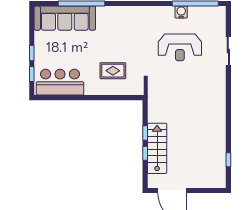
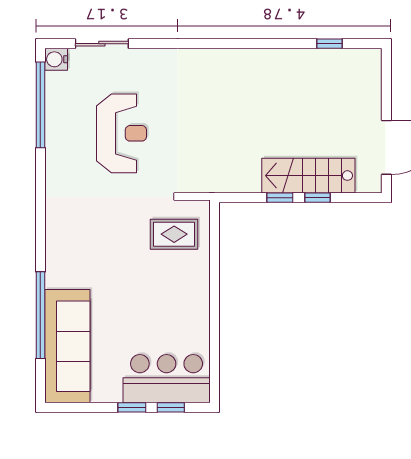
water cooler: (181, 12) -> (56, 59), moved
sliding door: (228, 51) -> (102, 44), moved
rug: (113, 71) -> (174, 234), moved, turned 90
bar counter: (60, 82) -> (167, 379), moved, turned 90

